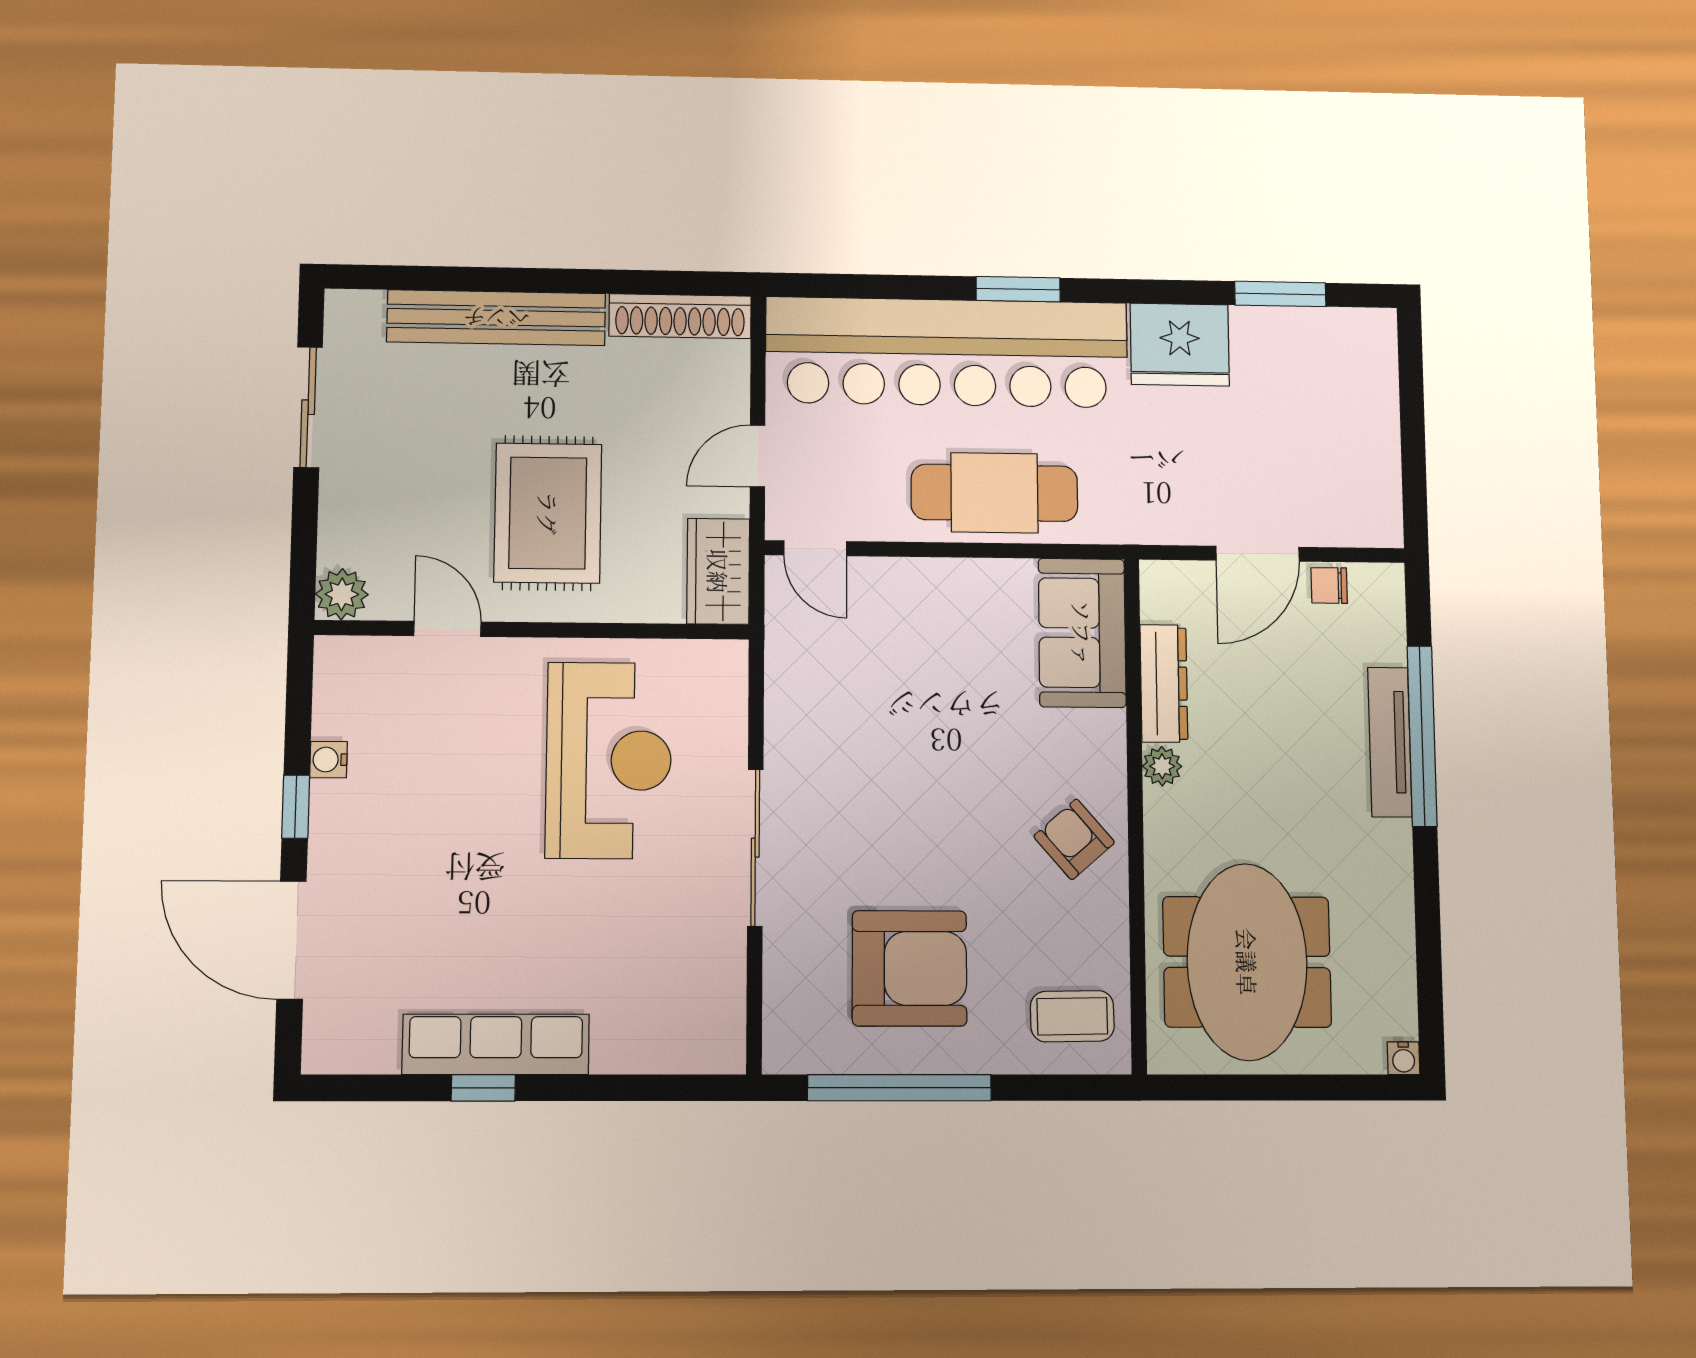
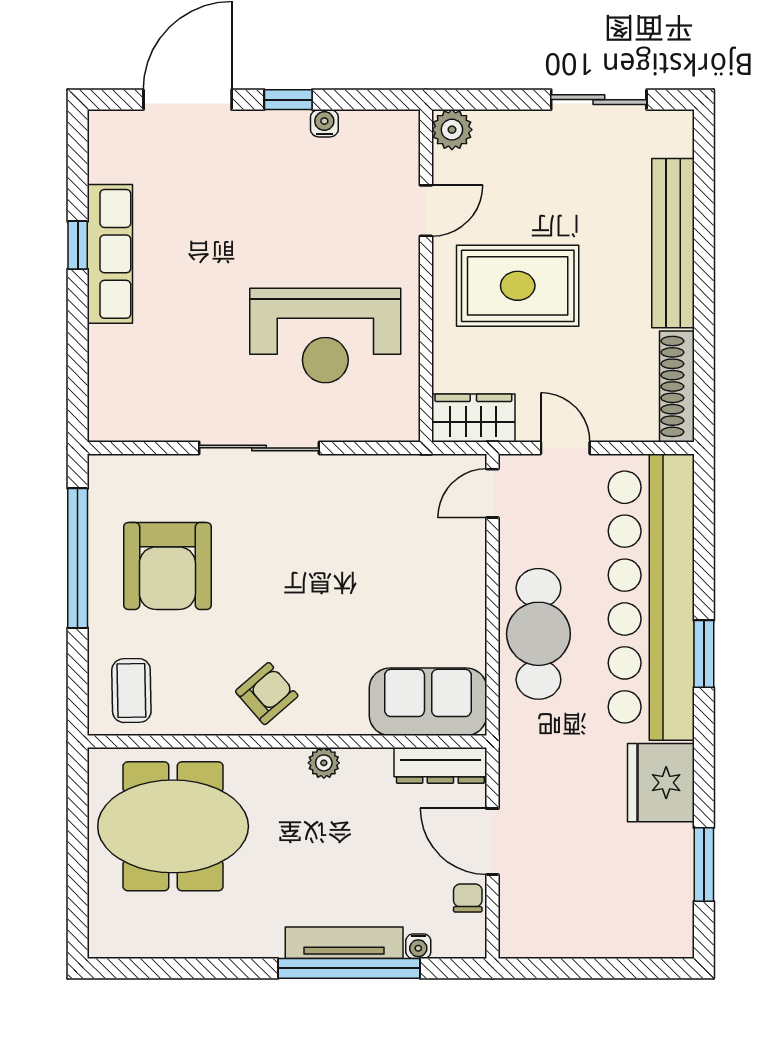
dresser: (1164, 683) -> (440, 765), moved
water cooler: (1404, 1058) -> (418, 946), moved, turned -90

